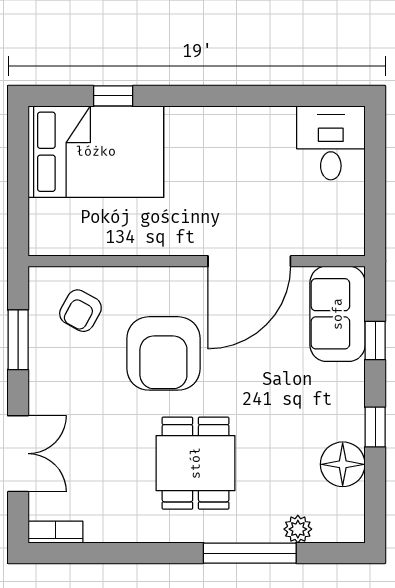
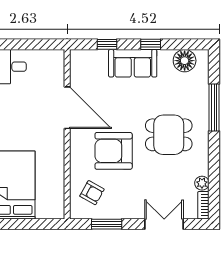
sofa: (338, 314) -> (133, 63), moved
armchair: (163, 353) -> (114, 151), turned 180
floor lamp: (343, 464) -> (185, 61), moved
plant: (298, 529) -> (202, 183), moved

